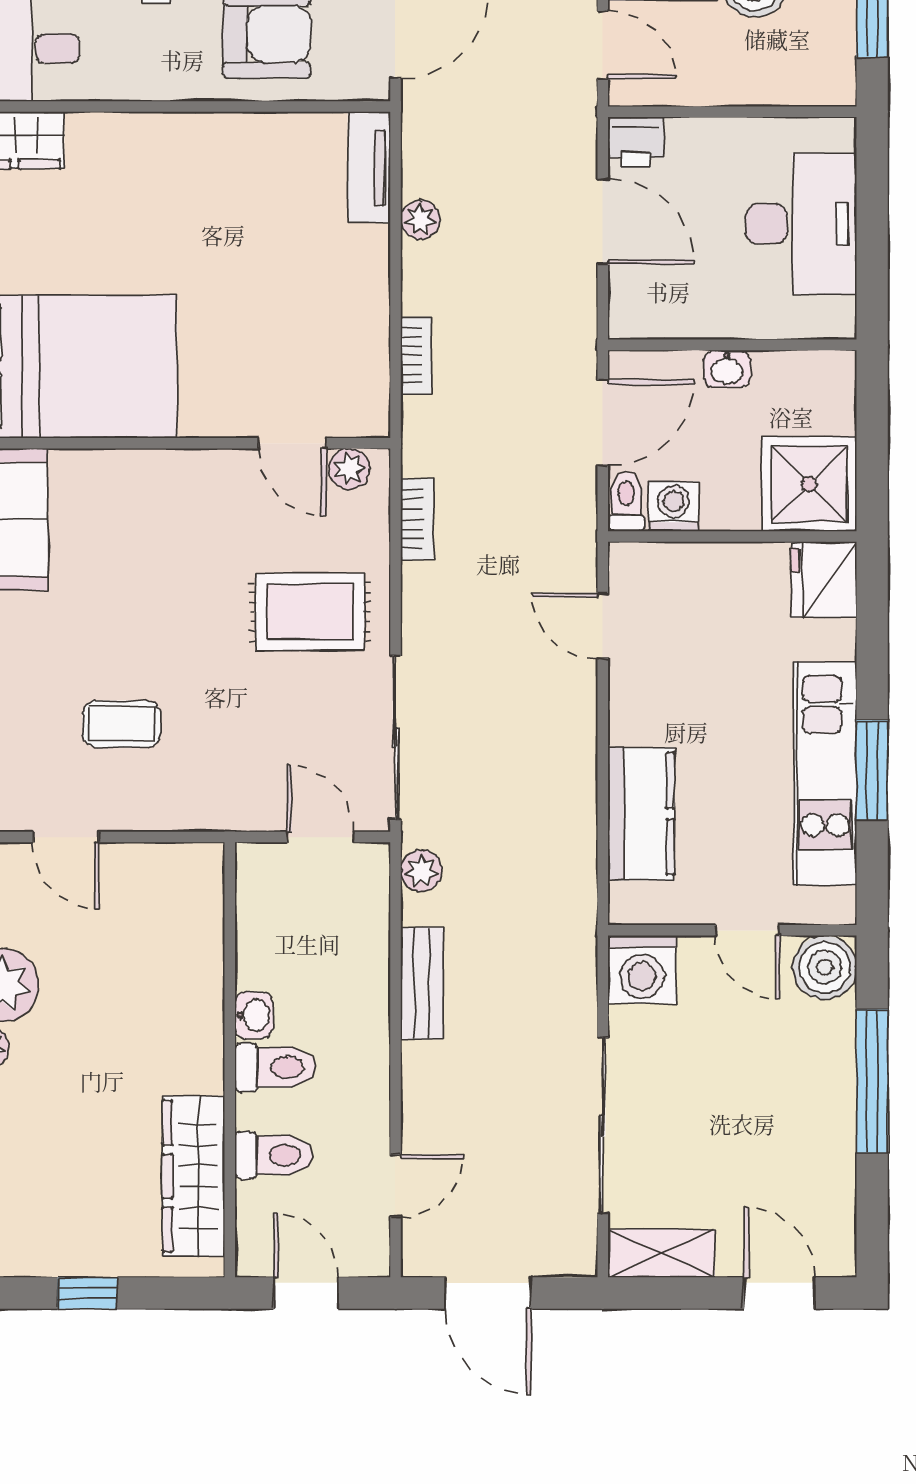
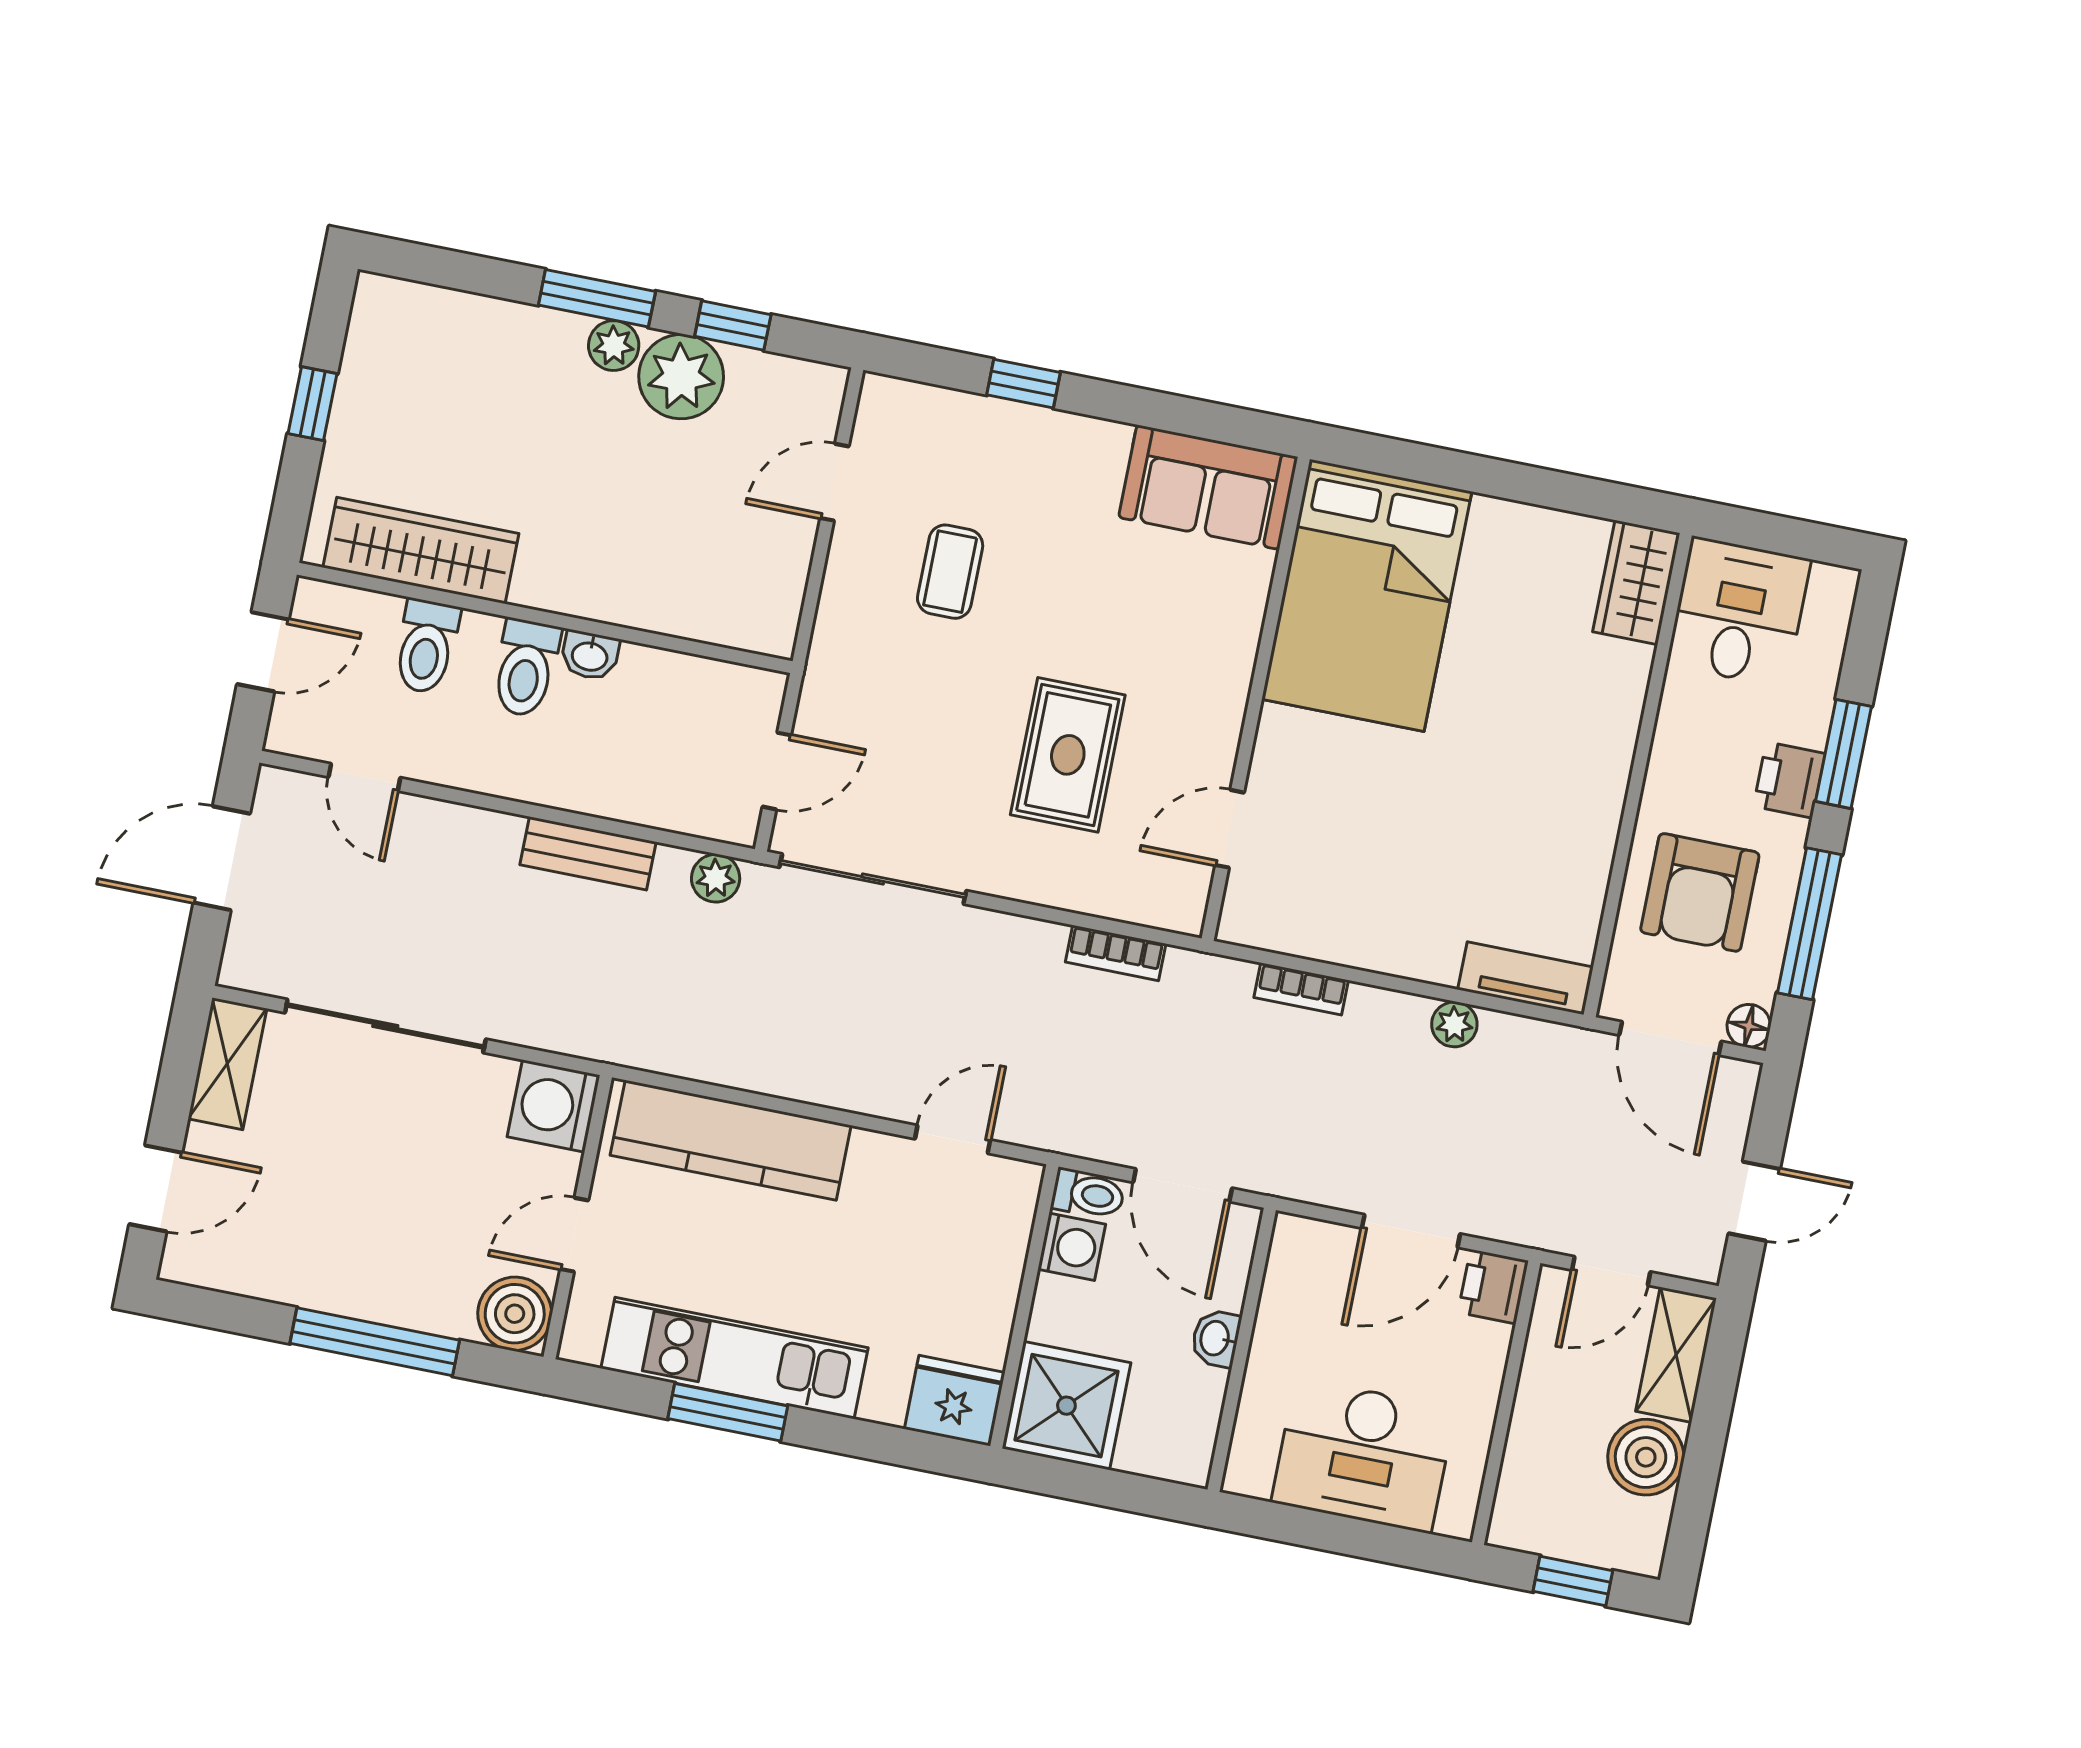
plant: (350, 469) -> (1188, 888), removed
rug: (310, 612) -> (1068, 755), moved
kitchen counter: (641, 814) -> (731, 1140), width x1.50

